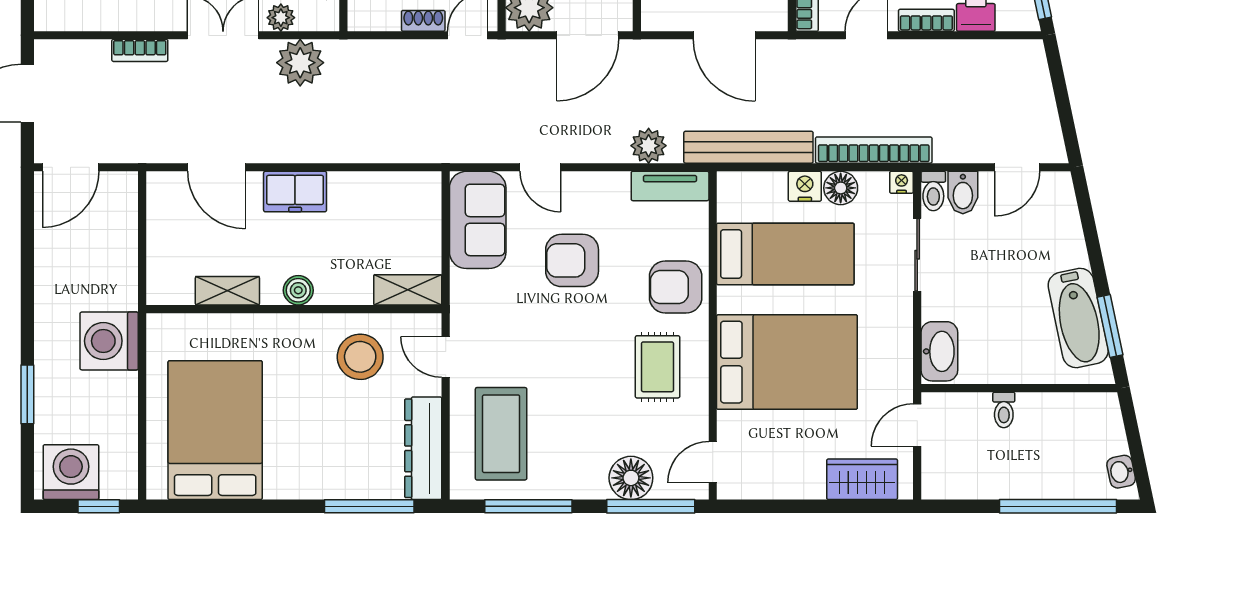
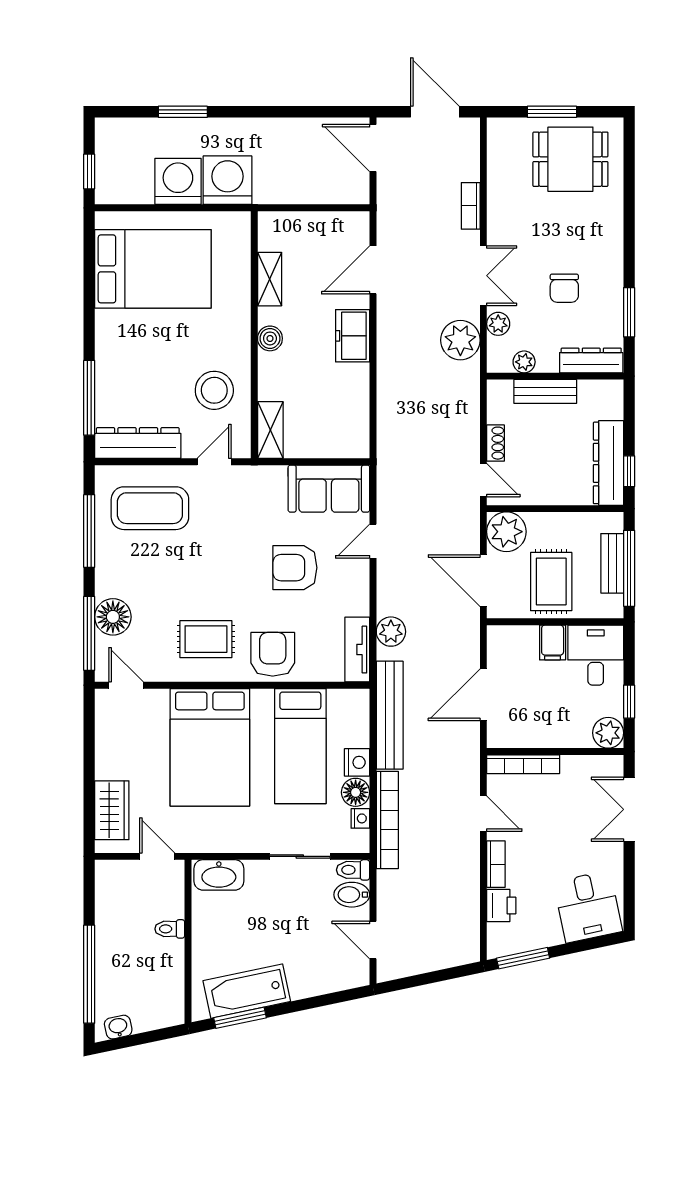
nightstand: (902, 182) -> (360, 818), moved
armchair: (572, 260) -> (295, 568), turned -90
washing machine: (71, 472) -> (178, 181), moved, turned -90

